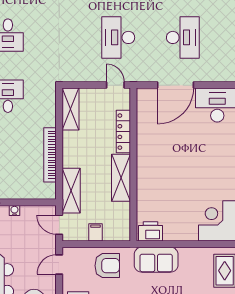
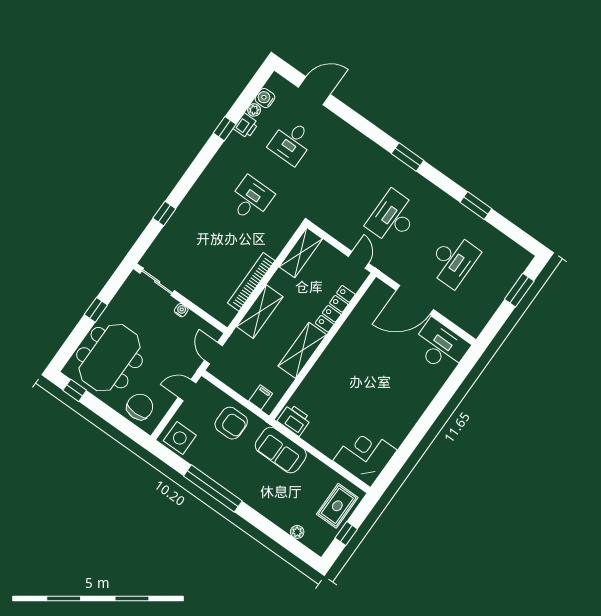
shelving: (71, 191) -> (260, 312), moved
filing cabinet: (95, 232) -> (261, 397), moved

